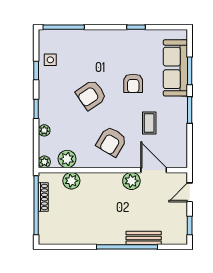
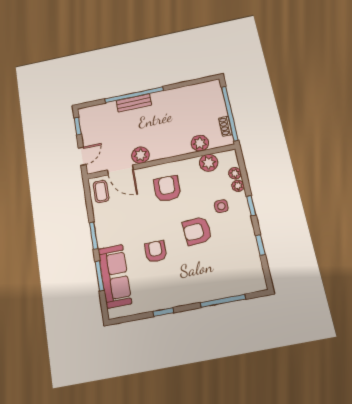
window: (64, 27) -> (223, 301), moved
side table: (50, 60) -> (221, 206), moved
armchair: (91, 95) -> (197, 231), turned -150
coffee table: (149, 123) -> (101, 191), moved
armchair: (111, 142) -> (167, 189), turned -30
plant: (44, 162) -> (235, 173), moved
shoe rack: (43, 197) -> (225, 126), width x0.70
bench: (144, 238) -> (134, 103), moved

